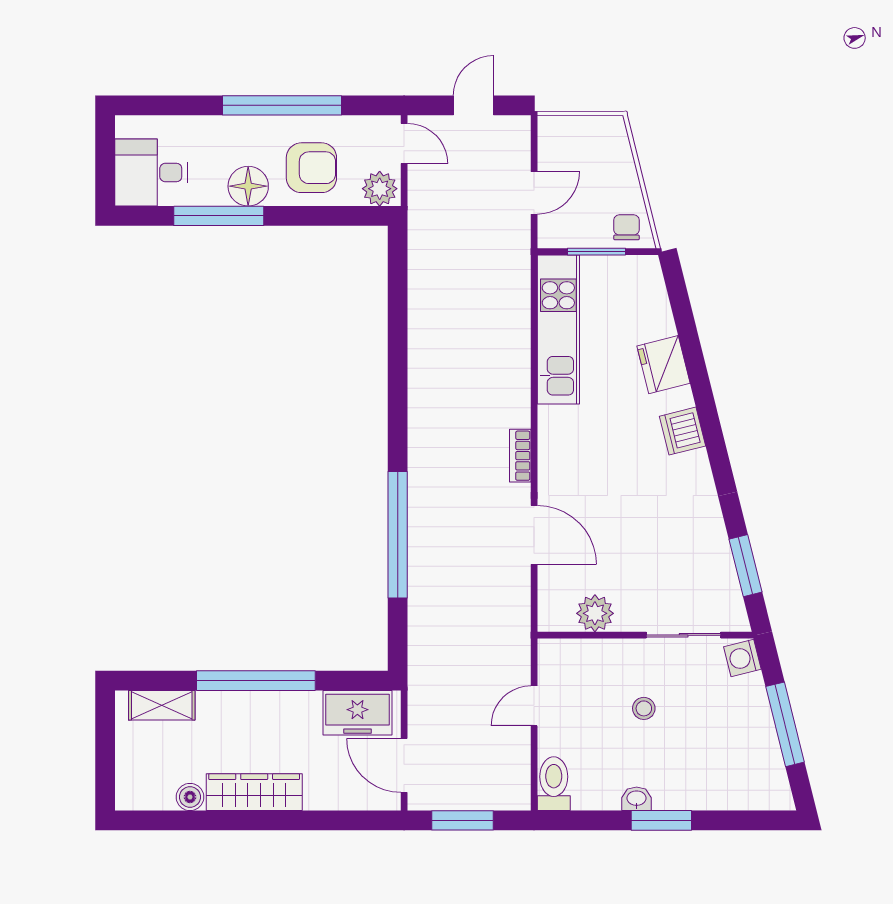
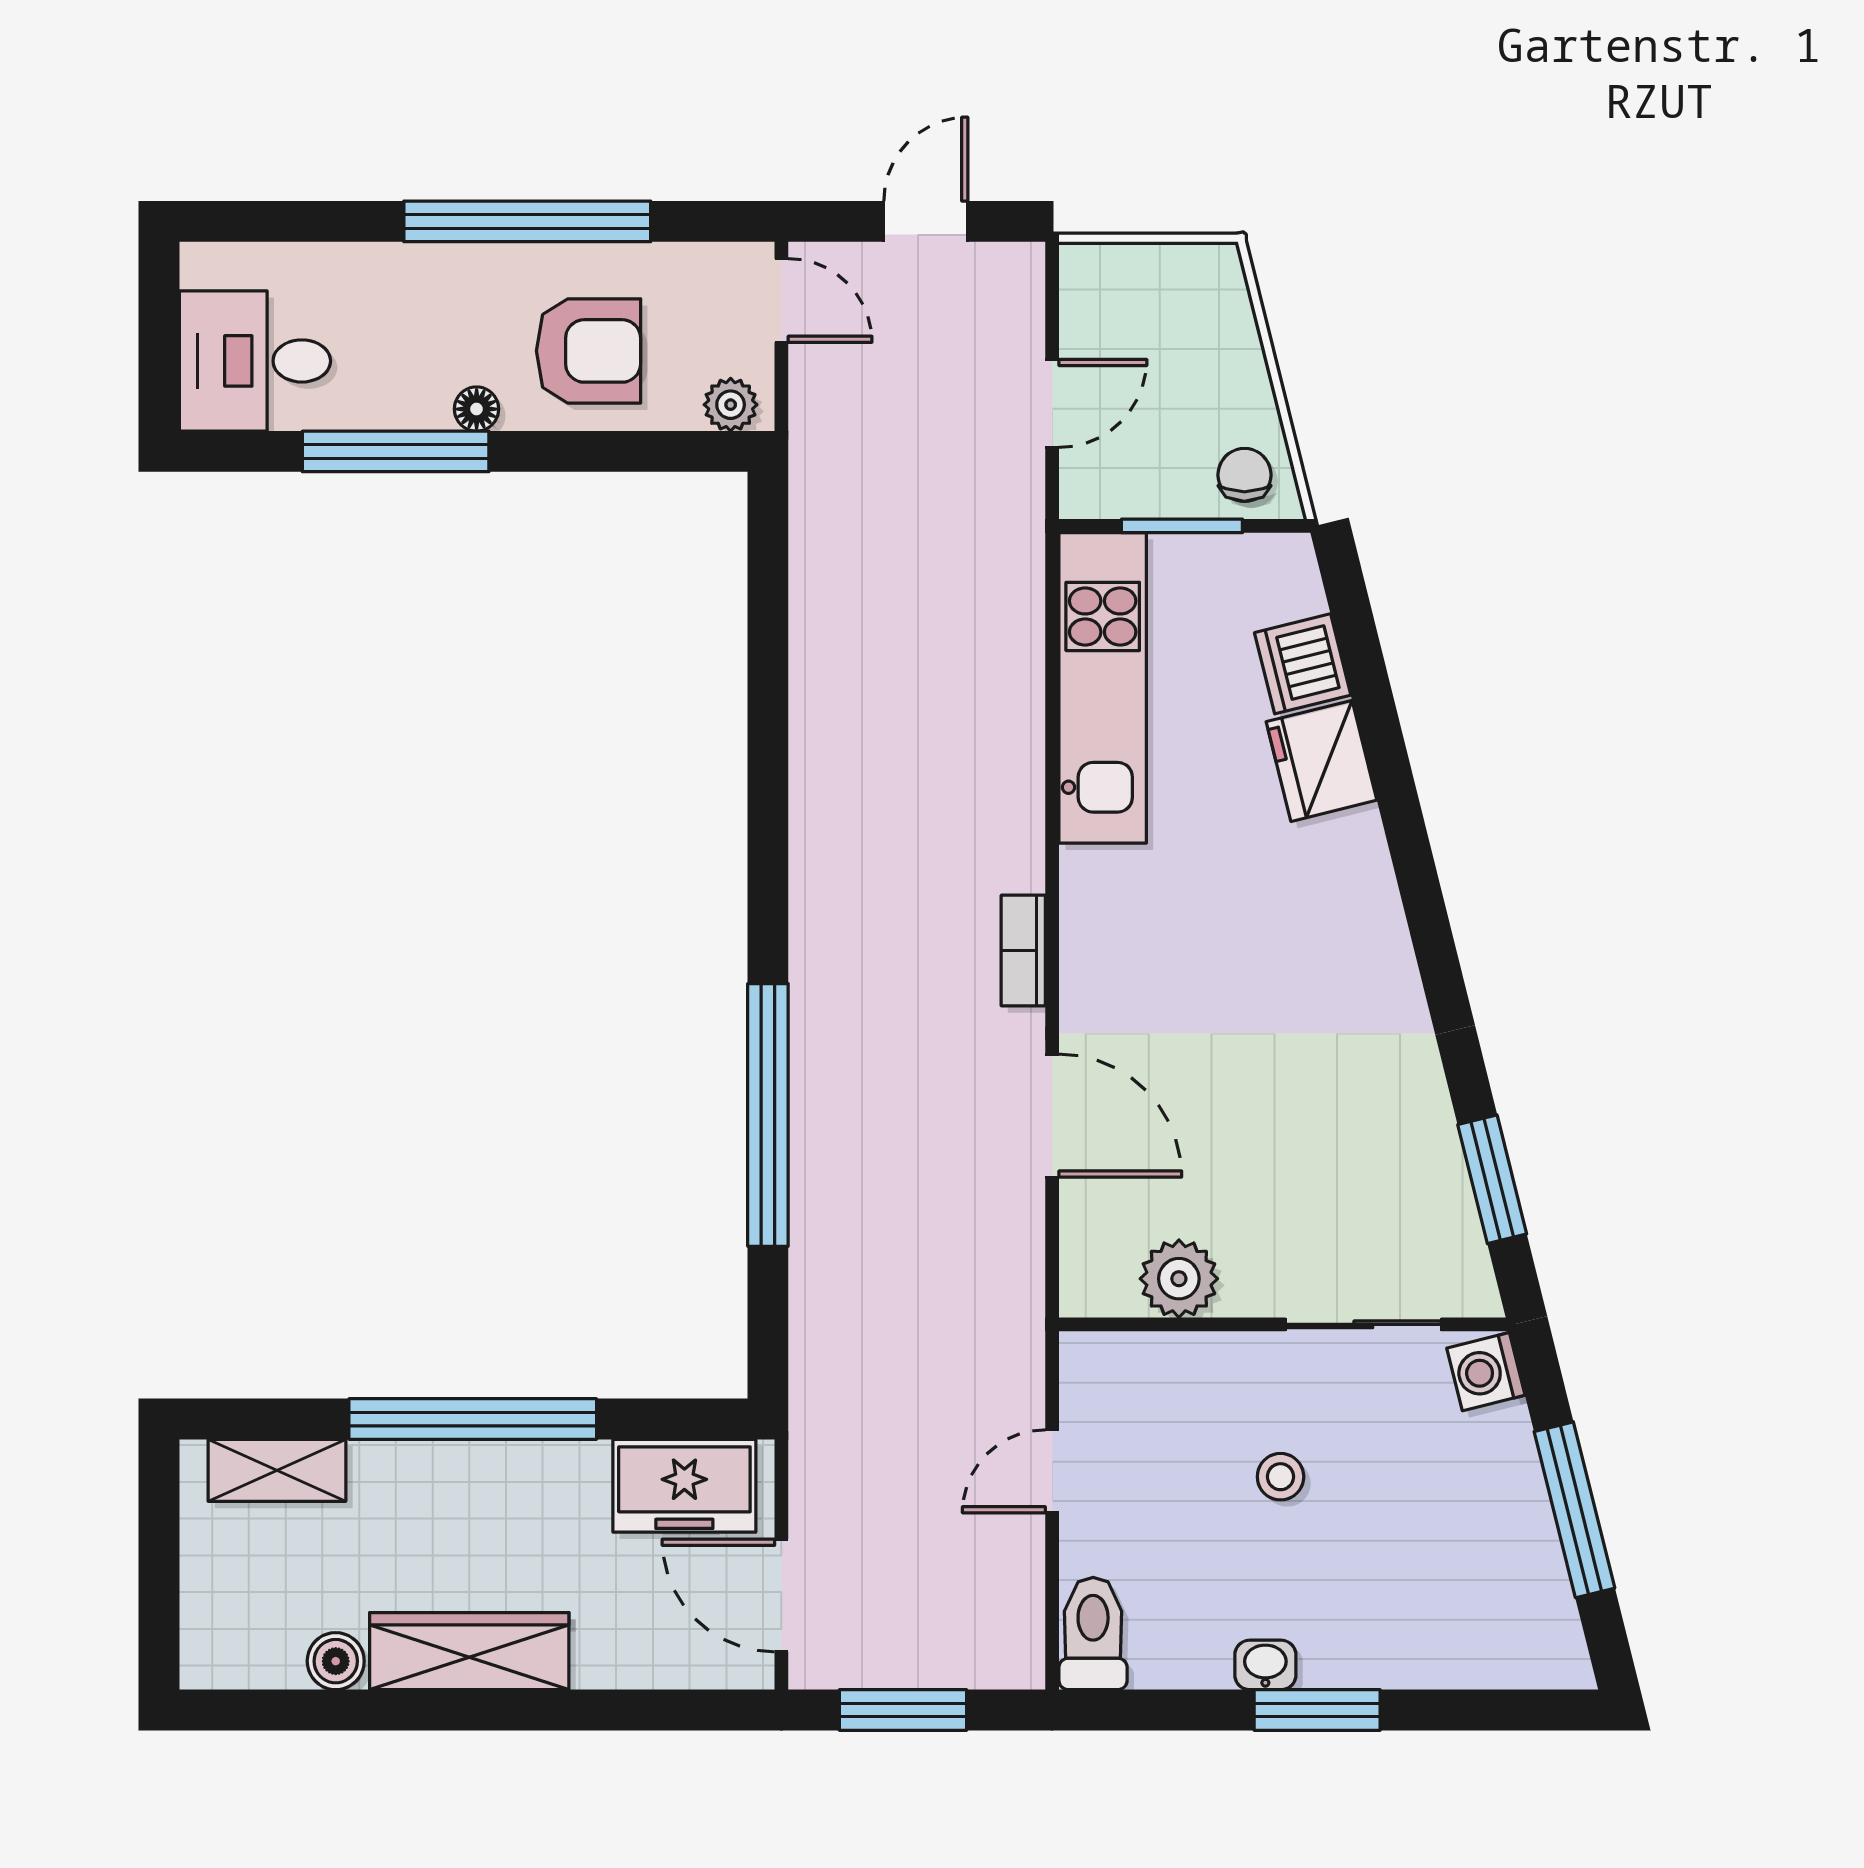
floor lamp: (248, 186) -> (477, 409), width x0.53, depth x0.53
plant: (380, 189) -> (731, 405), width x0.73, depth x0.73
dishwasher: (683, 431) -> (1303, 664), moved

